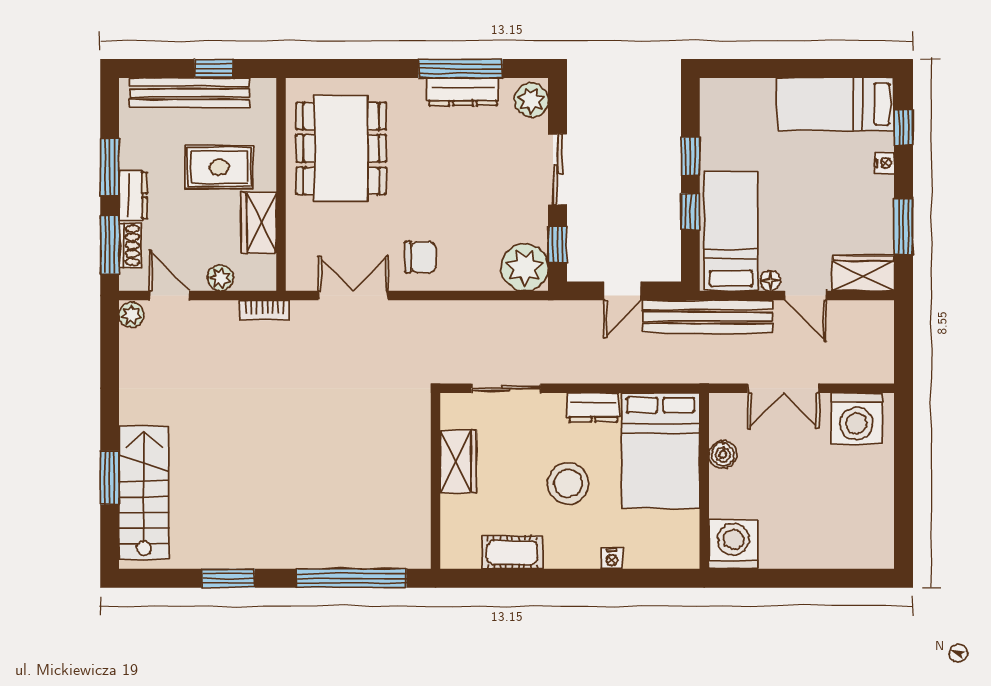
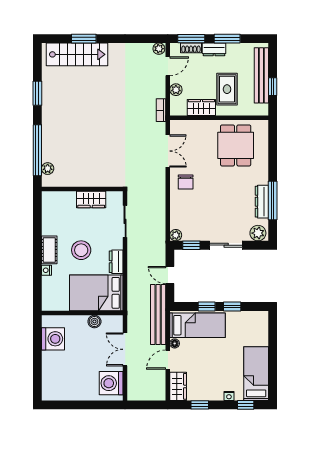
dining table: (341, 148) -> (236, 145), width x0.73
window: (904, 226) -> (200, 405), width x0.67
plant: (525, 267) -> (176, 235), width x0.53, depth x0.53
washing machine: (733, 544) -> (53, 339), moved
cot: (512, 552) -> (49, 250), moved
plant: (391, 556) -> (48, 169), added

